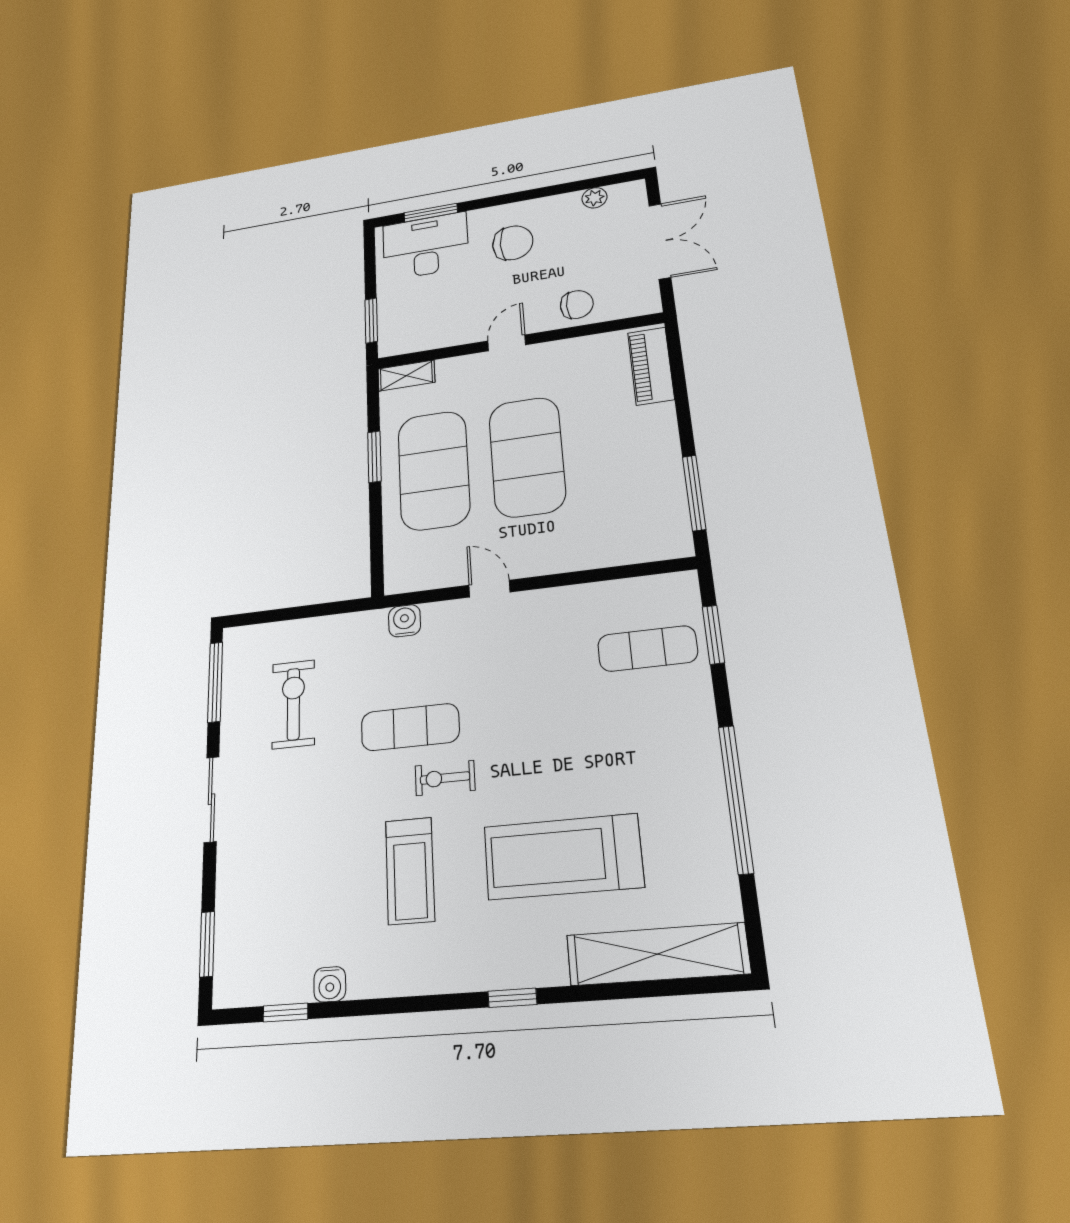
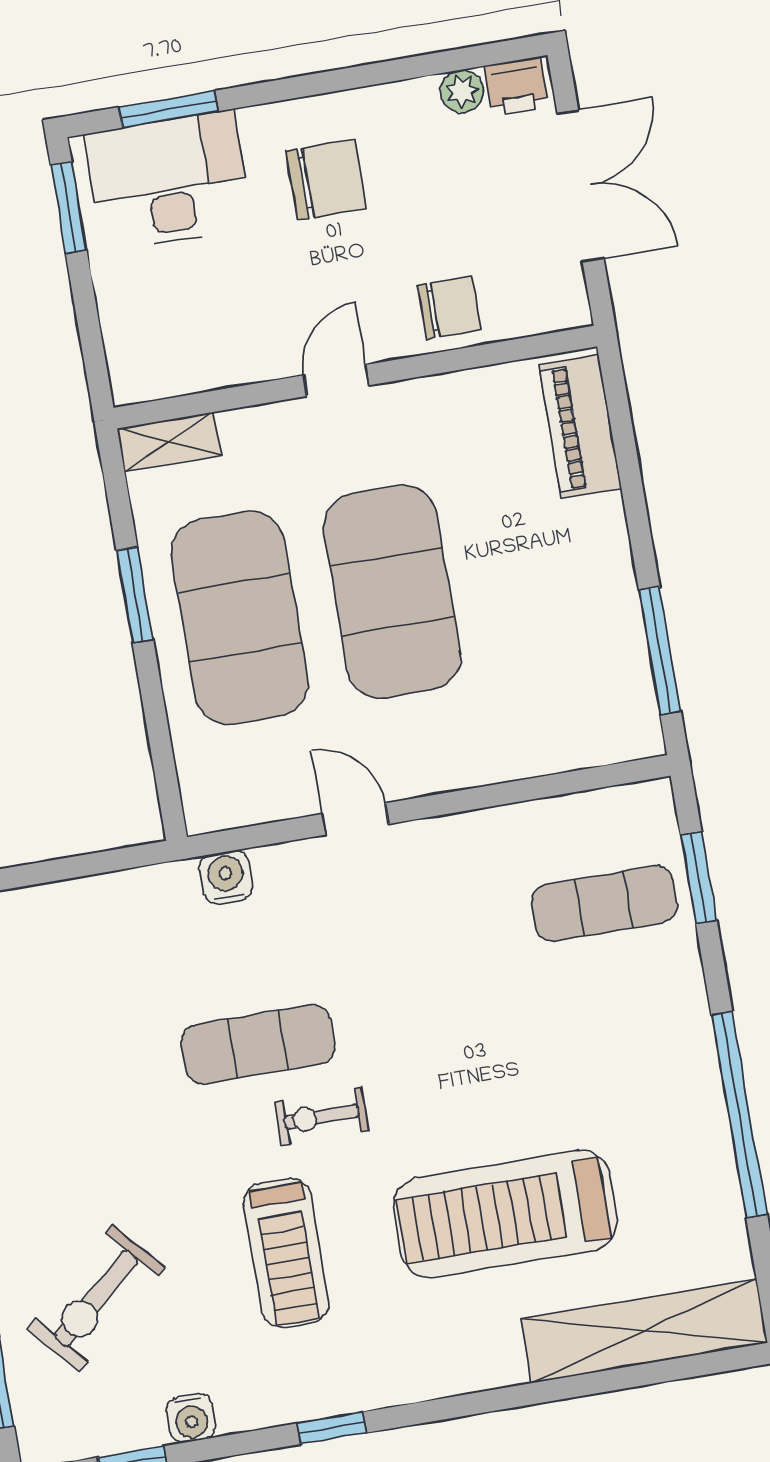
printer: (626, 194) -> (516, 86), added
window: (371, 320) -> (69, 207), moved
exercise bike: (293, 704) -> (96, 1298), moved, turned -131
window: (512, 998) -> (332, 1428), moved

